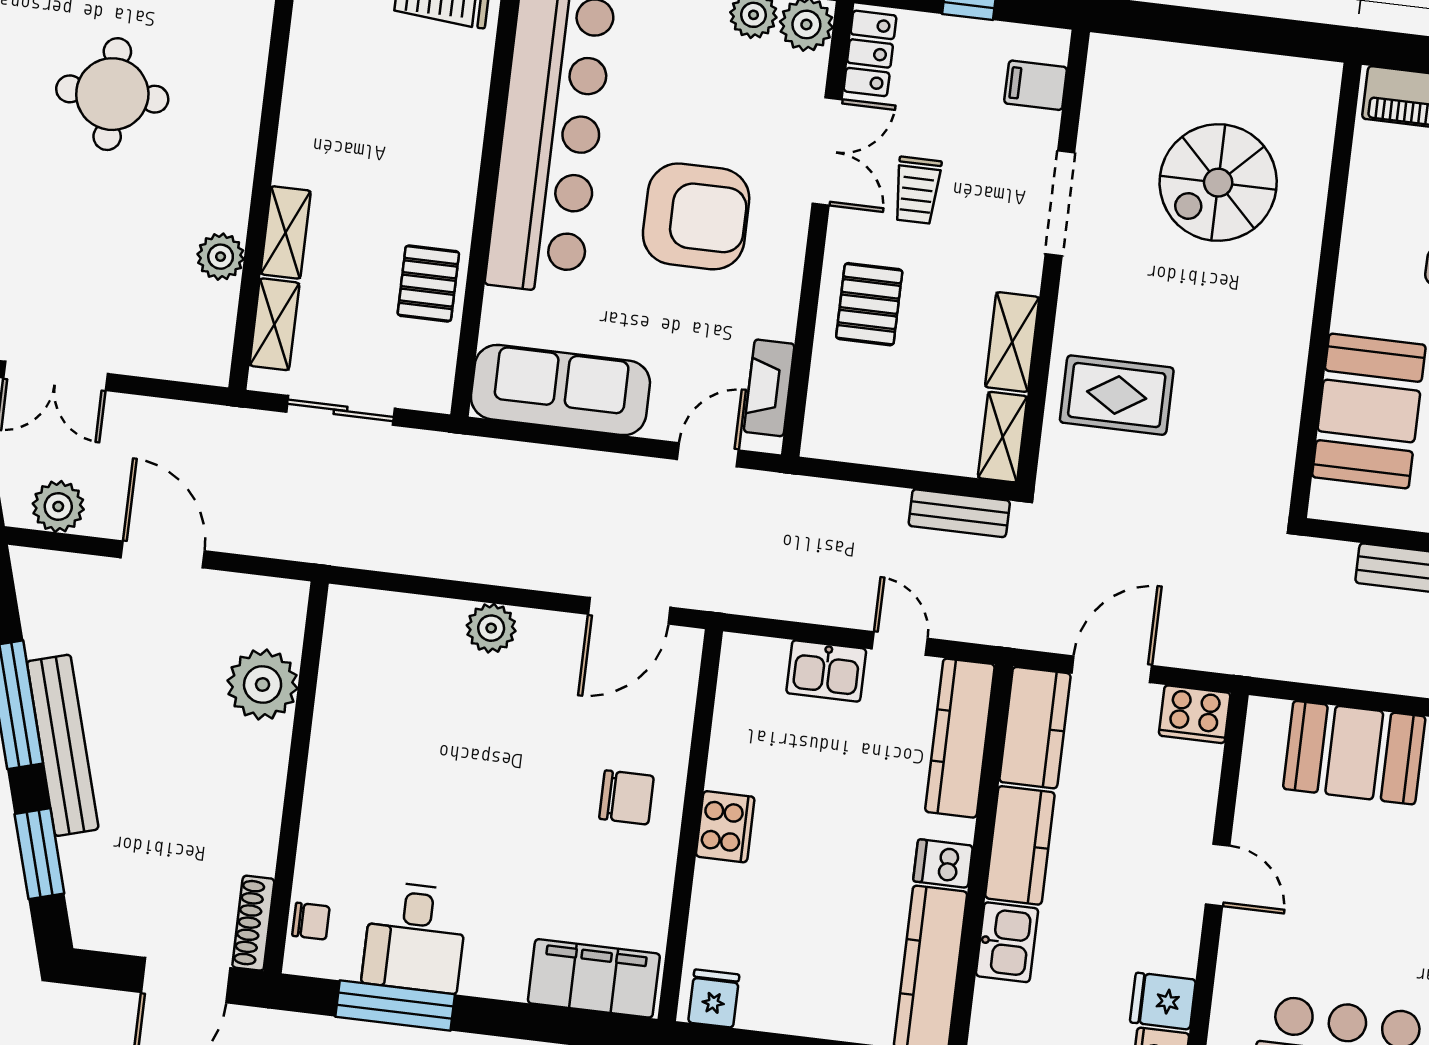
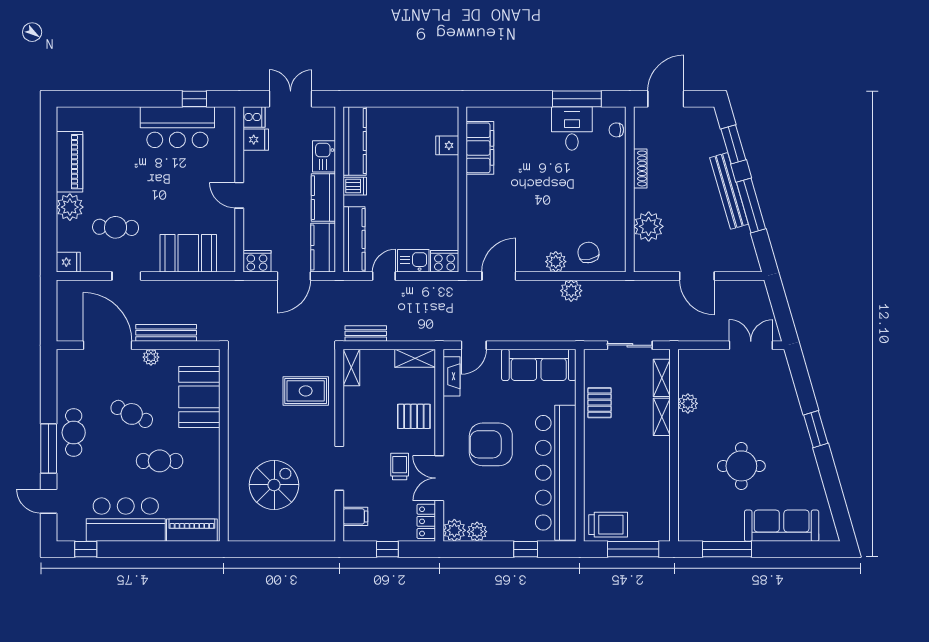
pallet: (869, 304) -> (414, 416), turned 90
shelving: (1012, 342) -> (415, 358), moved, turned 90
plant: (58, 506) -> (571, 291), moved
door: (900, 644) -> (384, 276), swing flipped
chair: (627, 797) -> (588, 253), moved, turned 78
cooker: (725, 827) -> (445, 261), moved, turned 90
shoe rack: (253, 923) -> (640, 168), moved
filing cabinet: (594, 978) -> (480, 148), moved, turned -90
fridge: (714, 999) -> (447, 145), moved, turned 90

